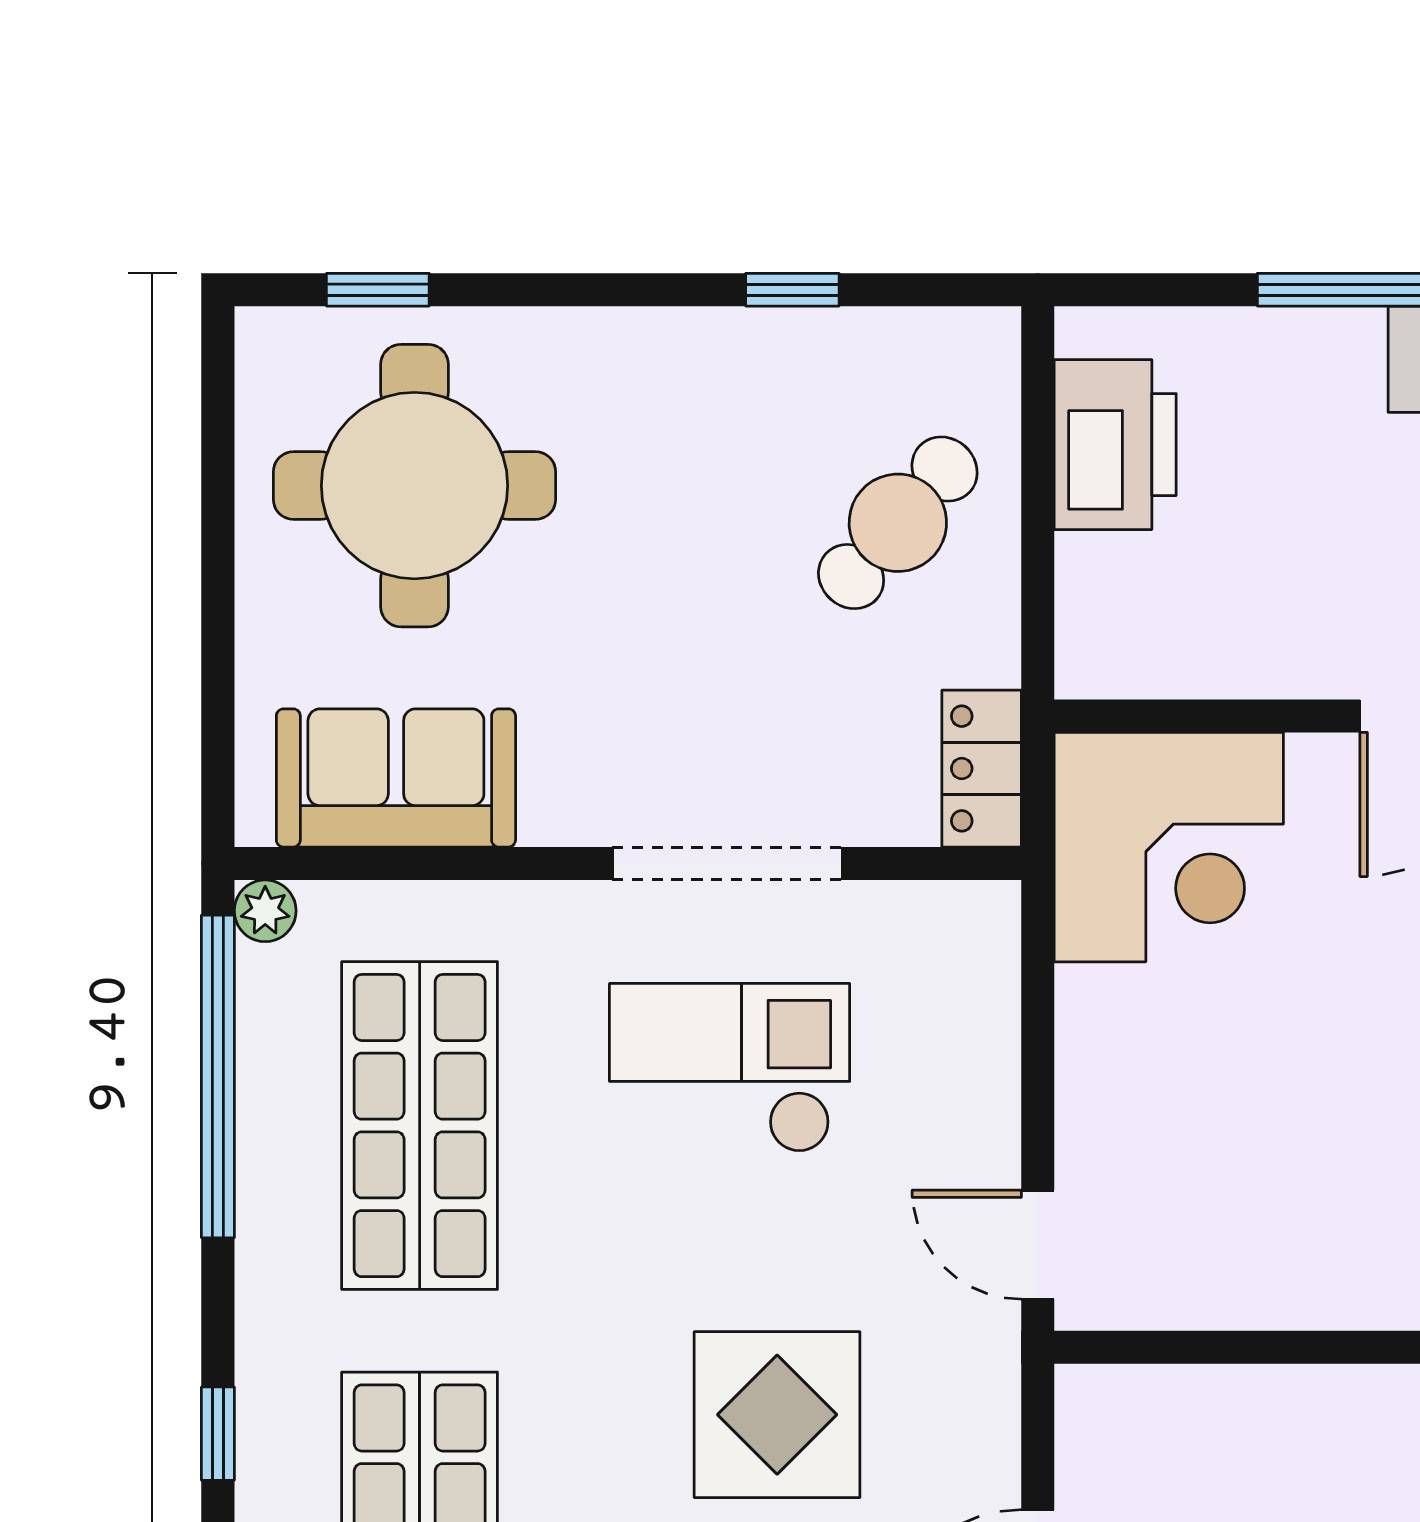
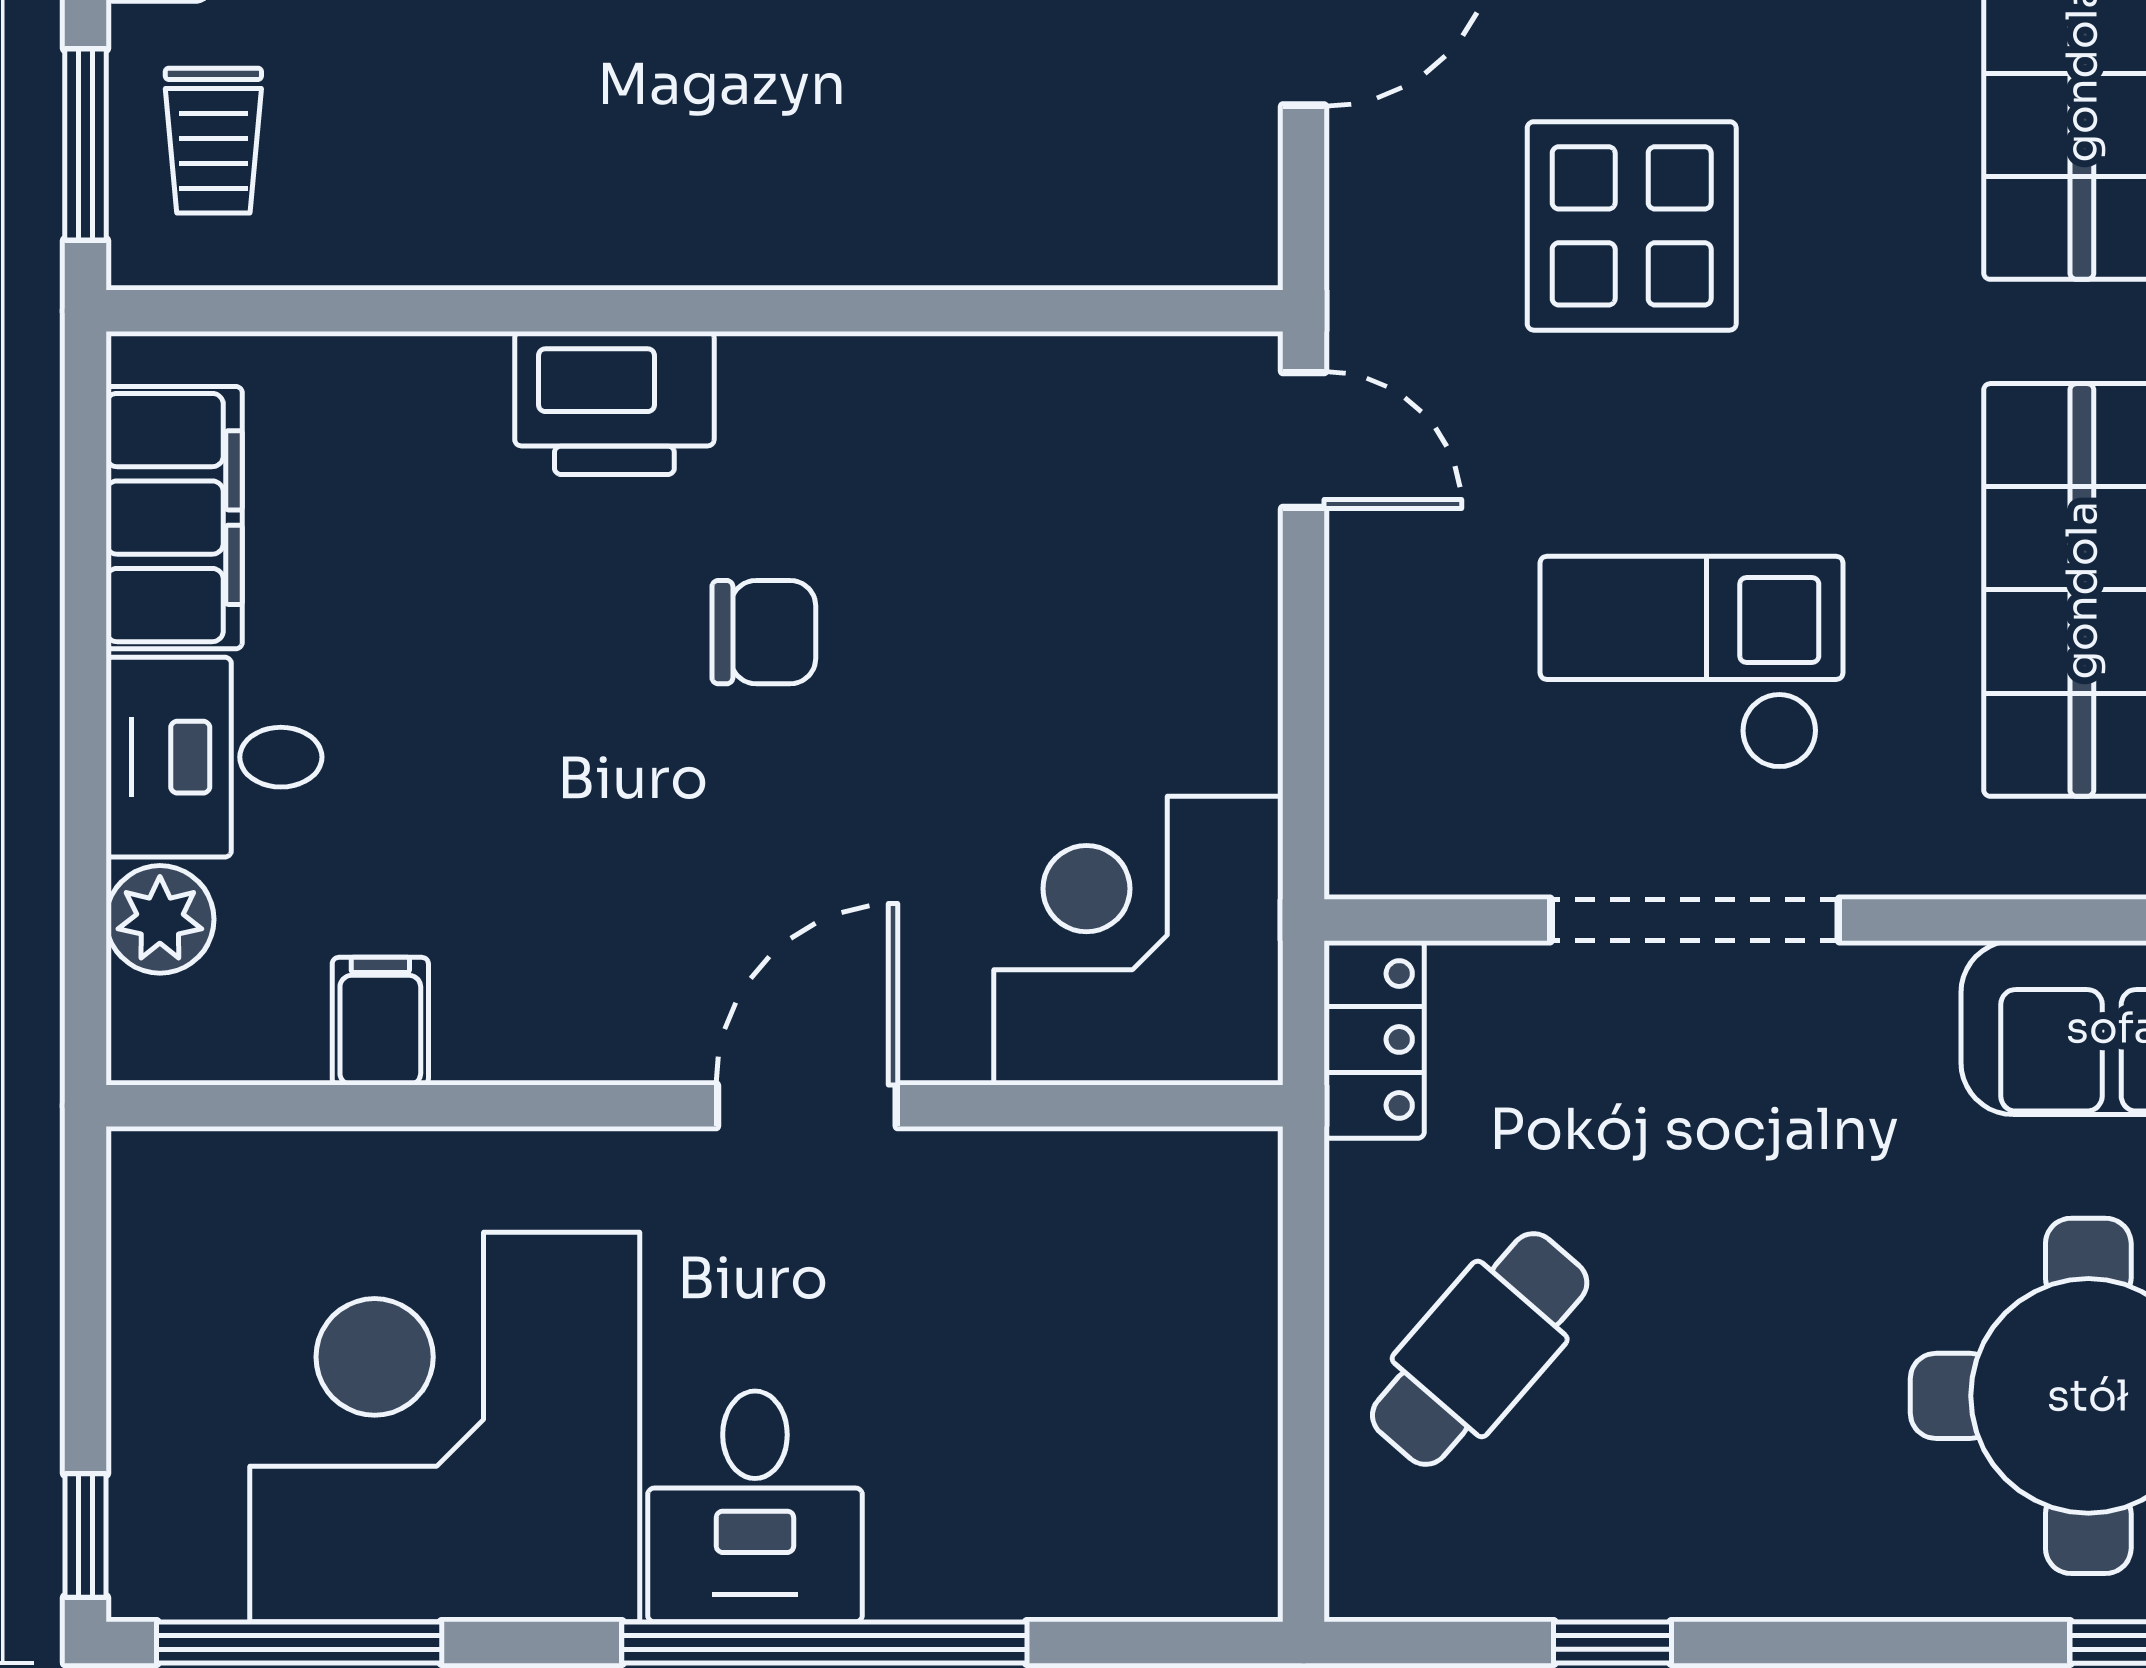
printer: (1115, 445) -> (1206, 1448), removed
checkout: (730, 1068) -> (1692, 663), turned 180

